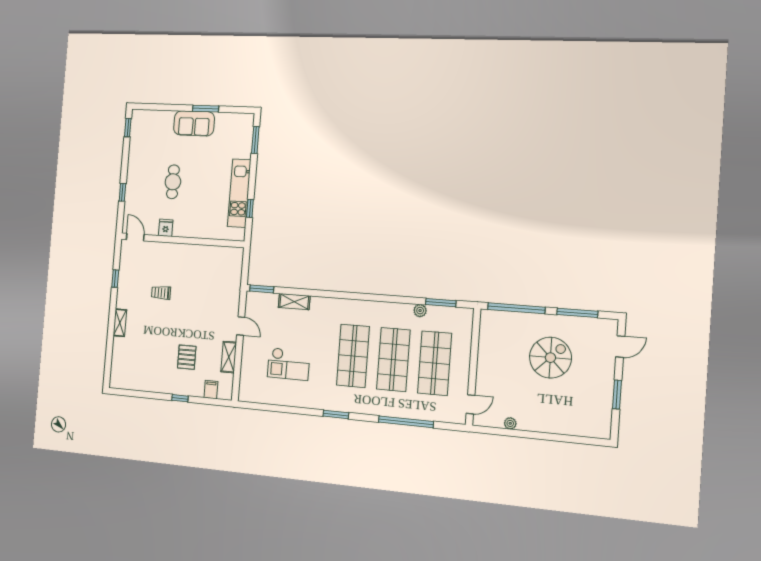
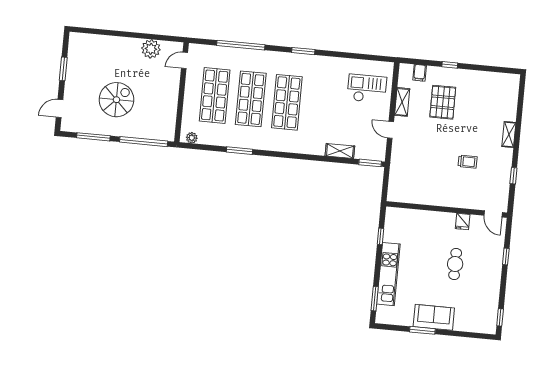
kitchen unit: (239, 193) -> (388, 274), moved
window: (441, 303) -> (240, 151), moved
plant: (420, 311) -> (192, 138), moved
pallet: (187, 357) -> (443, 102), width x1.50, depth x1.42
spiral stairs: (550, 358) -> (116, 100), turned 180
checkout: (289, 364) -> (367, 89), moved
plant: (510, 423) -> (151, 49), width x1.87, depth x1.87

